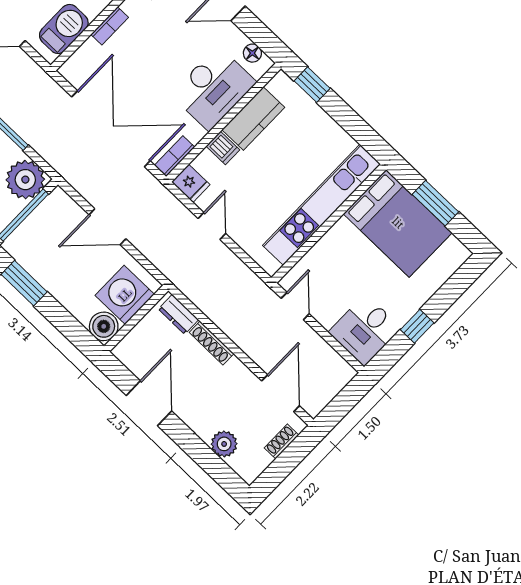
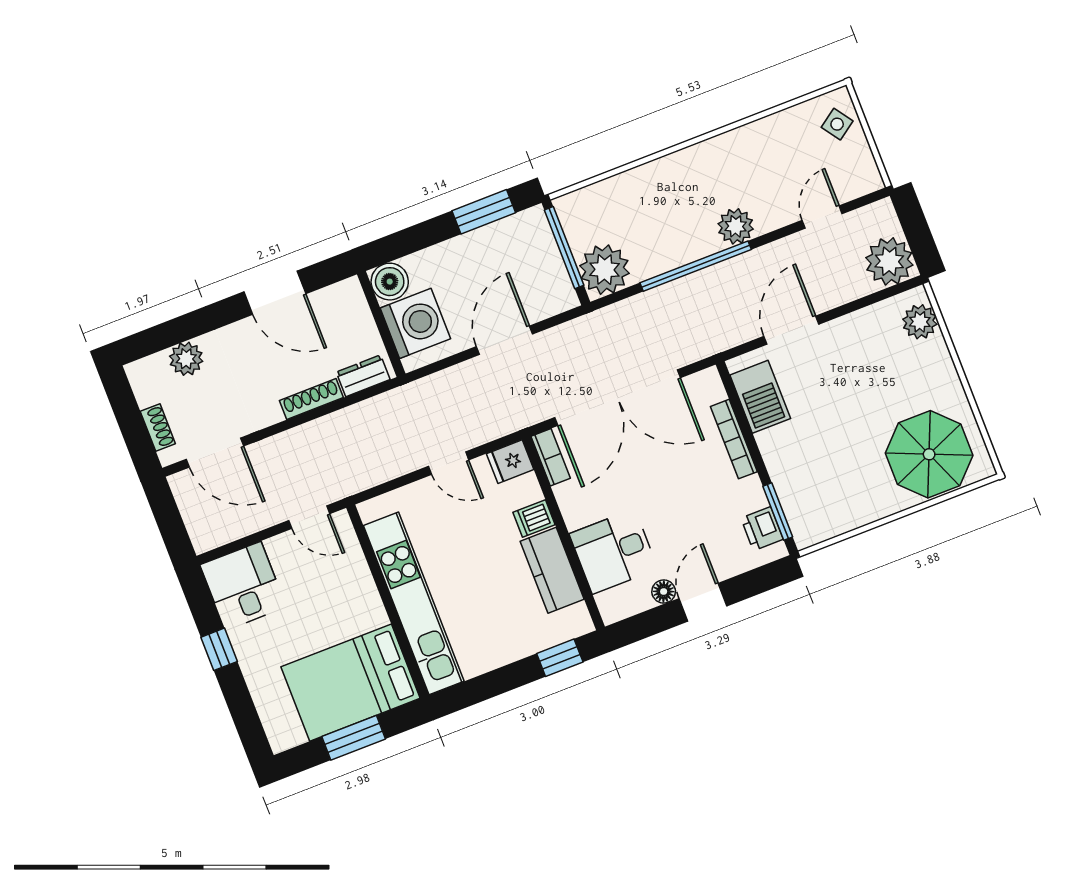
bookcase: (110, 26) -> (734, 439), width x1.56
floor lamp: (252, 53) -> (664, 591), moved
desk: (213, 88) -> (614, 551), width x0.73

